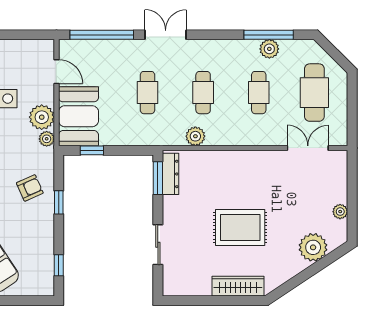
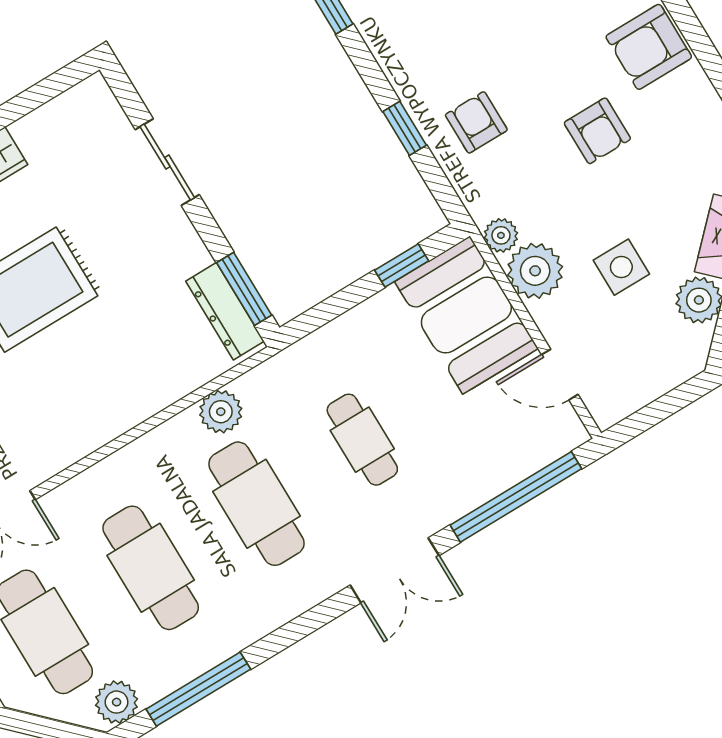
plant: (269, 49) -> (117, 702), moved
cafe table: (203, 93) -> (256, 504), width x1.37, depth x1.35
cafe table: (259, 93) -> (151, 568), width x1.37, depth x1.35
armchair: (30, 188) -> (476, 122), turned 114

